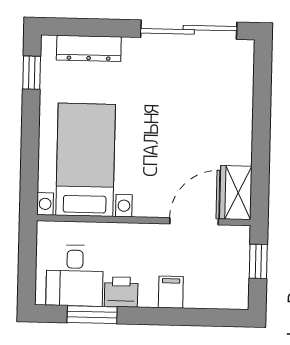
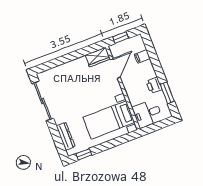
door: (194, 221) -> (115, 69), swing flipped
desk: (75, 276) -> (147, 114), moved, turned 180
filing cabinet: (171, 292) -> (142, 56), moved

